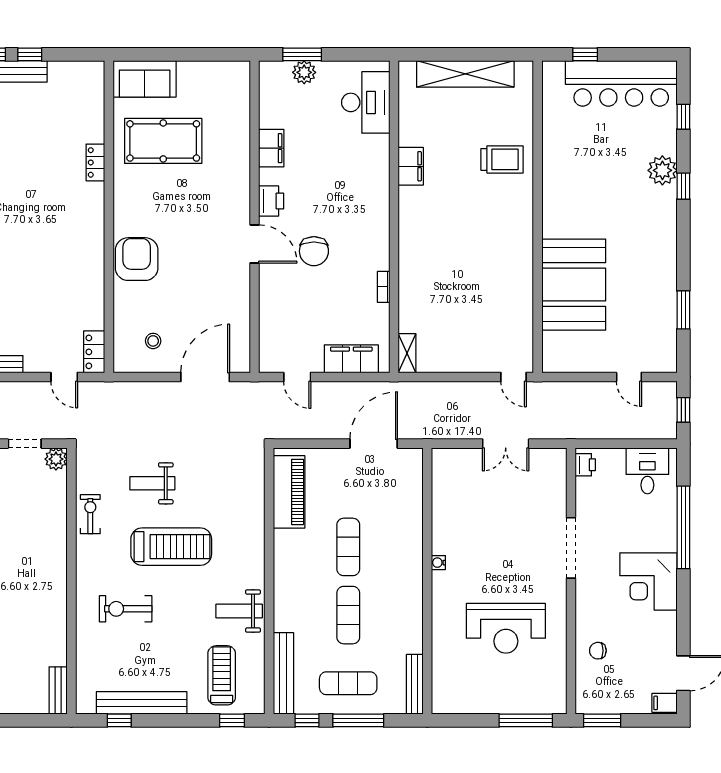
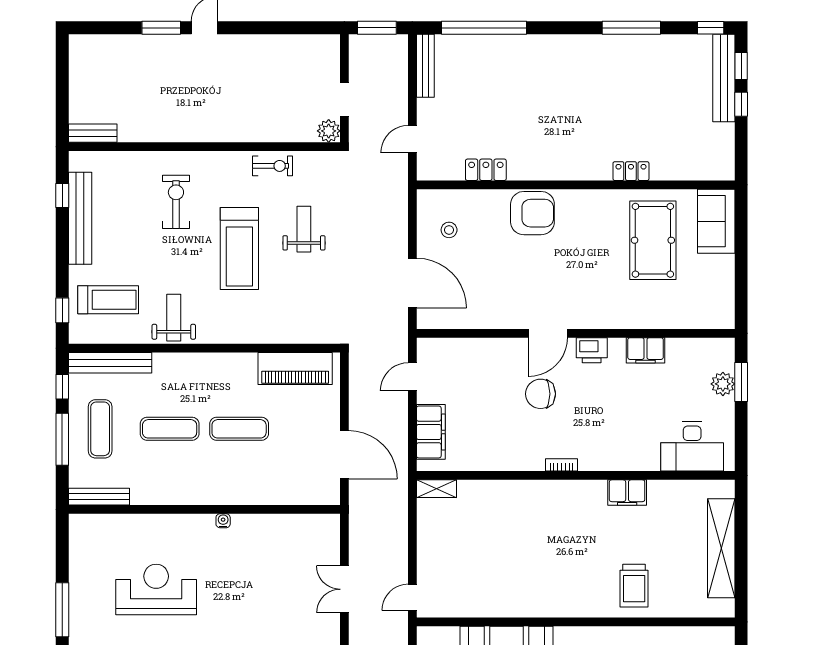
bookcase: (384, 287) -> (561, 465), moved
locker: (94, 352) -> (486, 170), moved
reception desk: (506, 628) -> (156, 590), turned 90

